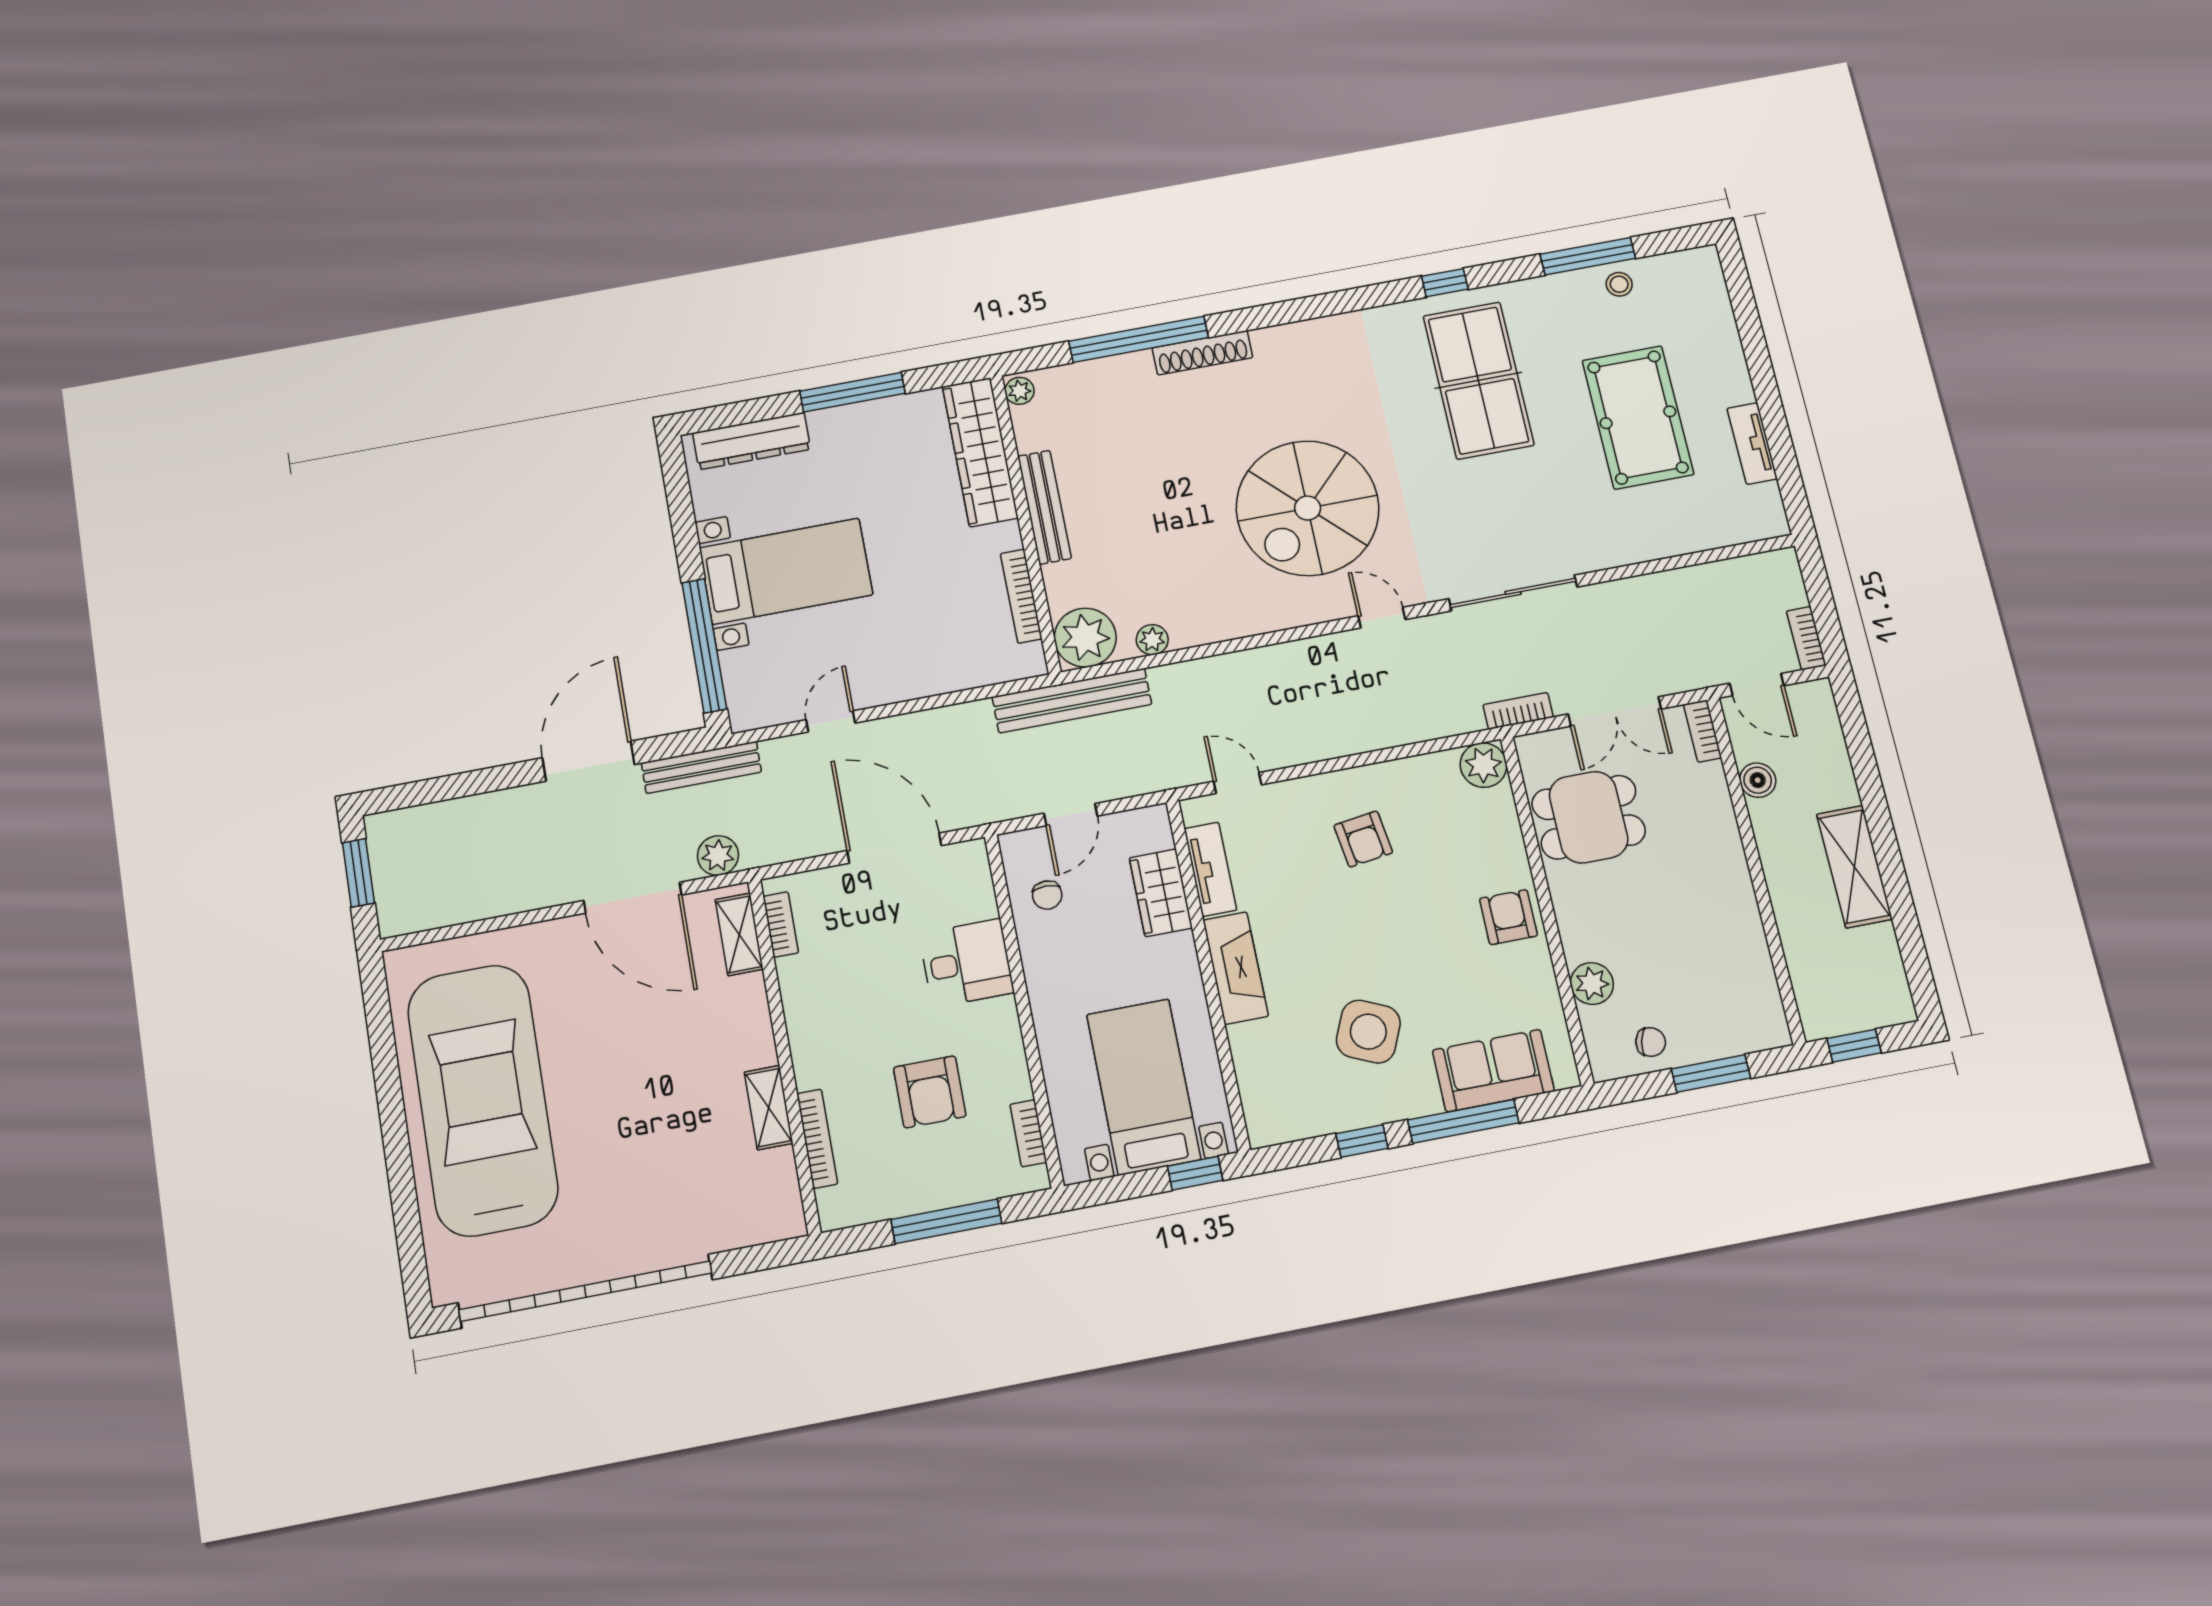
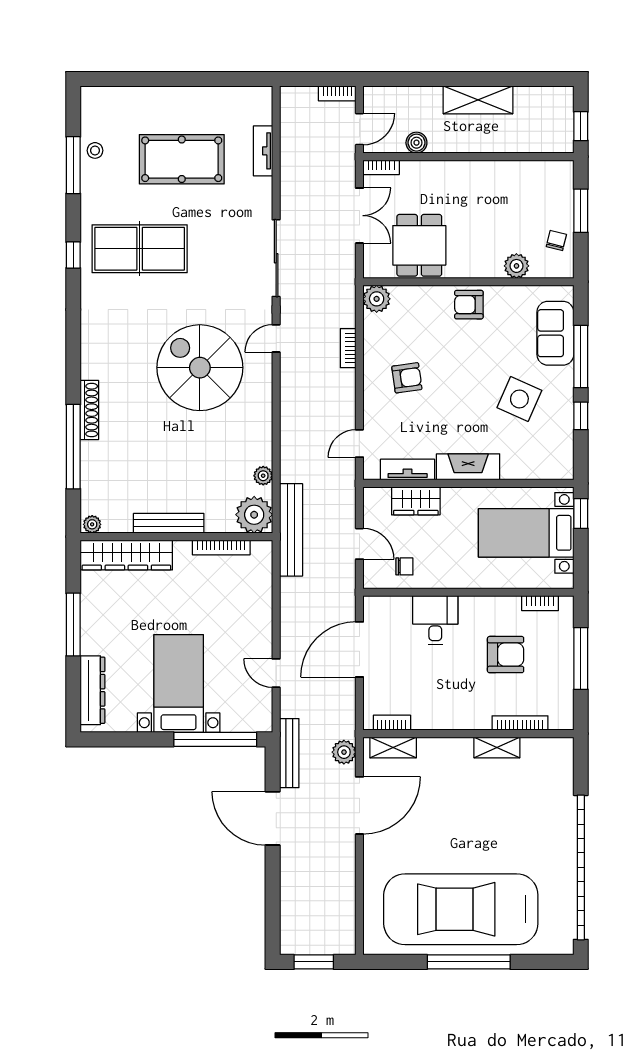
tv unit: (1752, 444) -> (263, 151), moved, turned 90
spiral stairs: (1308, 508) -> (200, 368), turned 180
bookcase: (1518, 711) -> (348, 348), moved
window: (394, 1130) -> (469, 962), added

